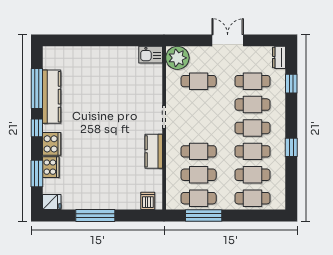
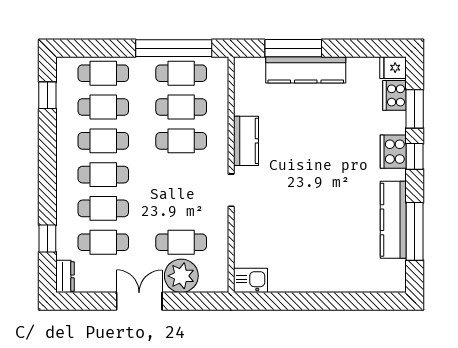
double door: (228, 40) -> (139, 301), swing flipped
plant: (177, 58) -> (181, 276), moved
window: (37, 128) -> (415, 156), moved
window: (291, 147) -> (47, 95), moved
cooker: (51, 167) -> (395, 95), moved
kitchen counter: (112, 201) -> (306, 70), added
dishwasher: (148, 201) -> (254, 69), removed
window: (95, 216) -> (293, 48), moved
window: (204, 216) -> (174, 48), width x1.46

